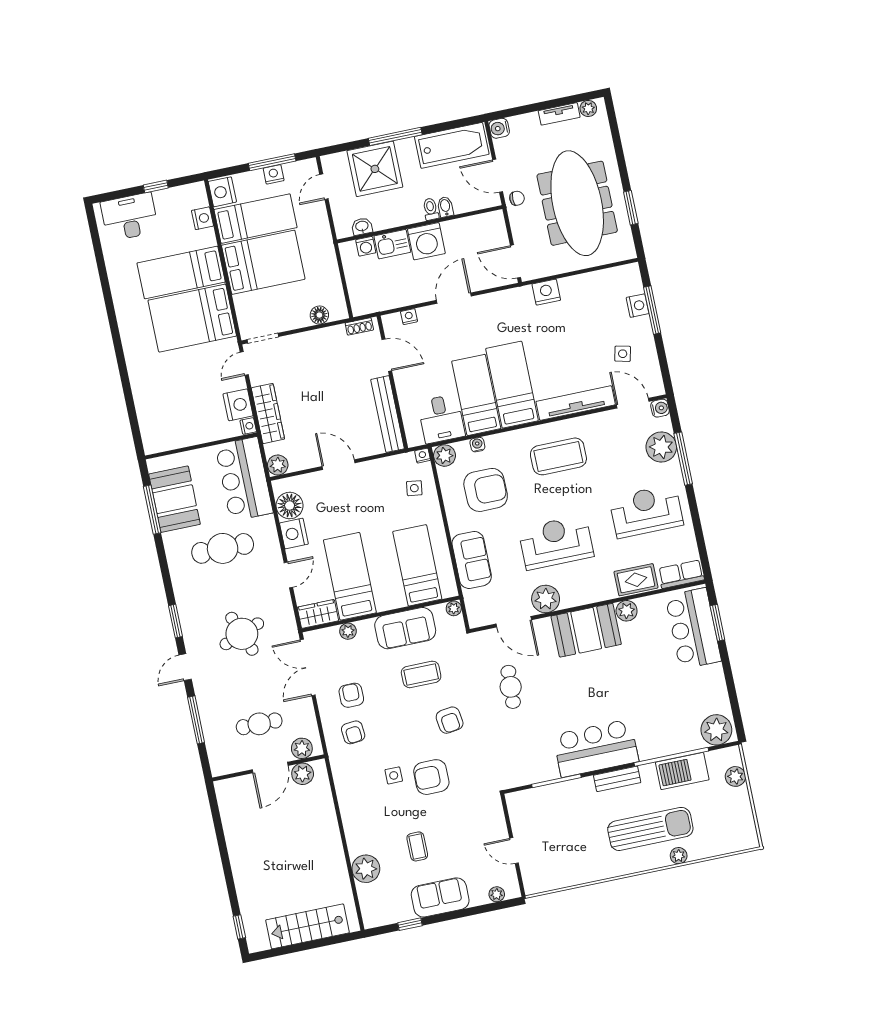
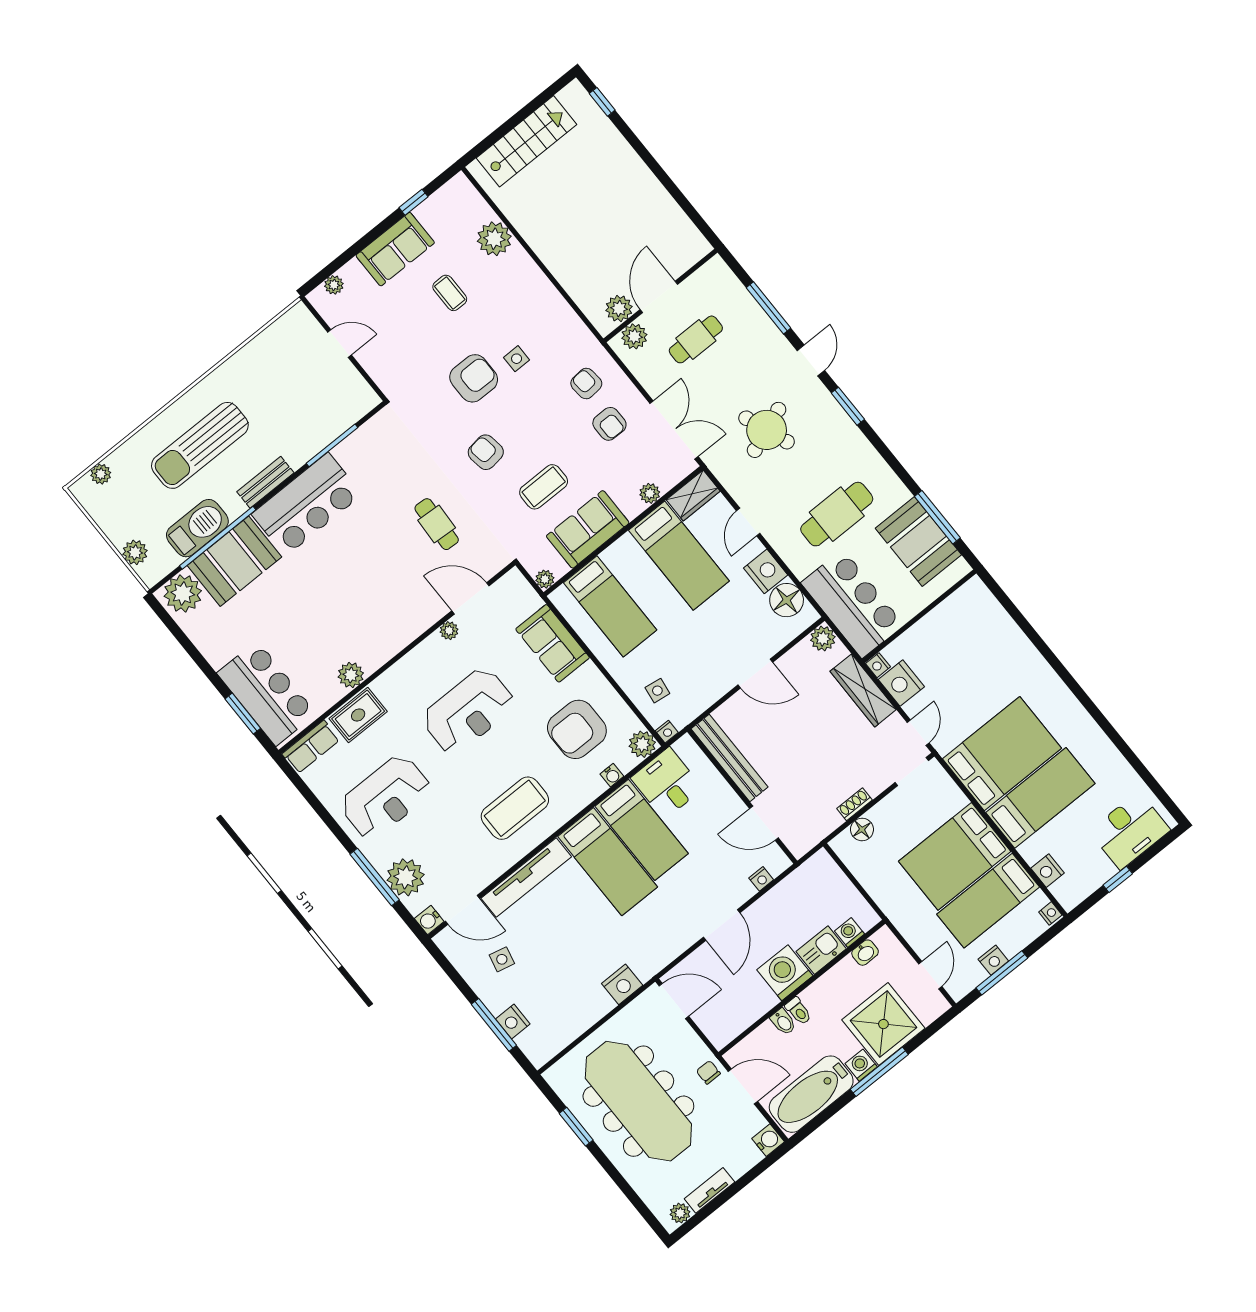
washing machine: (406, 148) -> (861, 1065), added
nightstand: (222, 192) -> (1050, 913), width x0.53, depth x0.56
chair: (517, 198) -> (708, 1072), turned 90
shoe rack: (359, 326) -> (855, 804), moved
plant: (546, 599) -> (449, 631), width x0.53, depth x0.53
booth: (586, 630) -> (235, 561), moved
plant: (679, 856) -> (101, 474), moved

